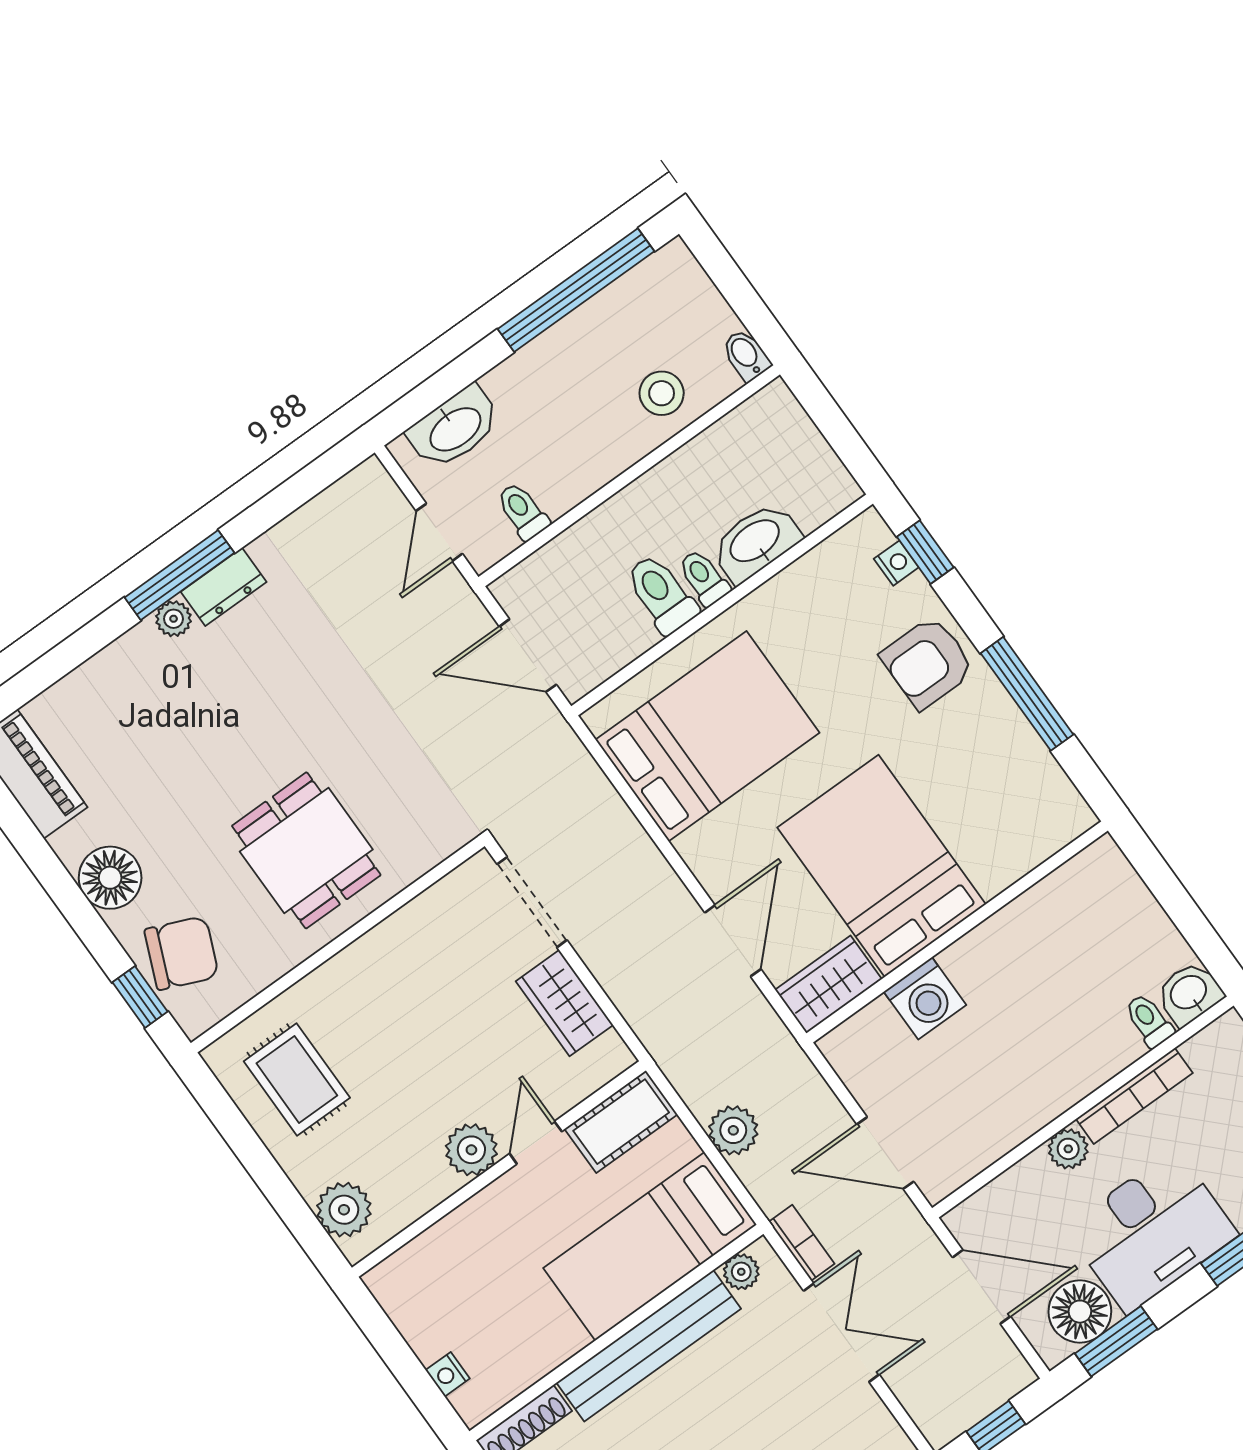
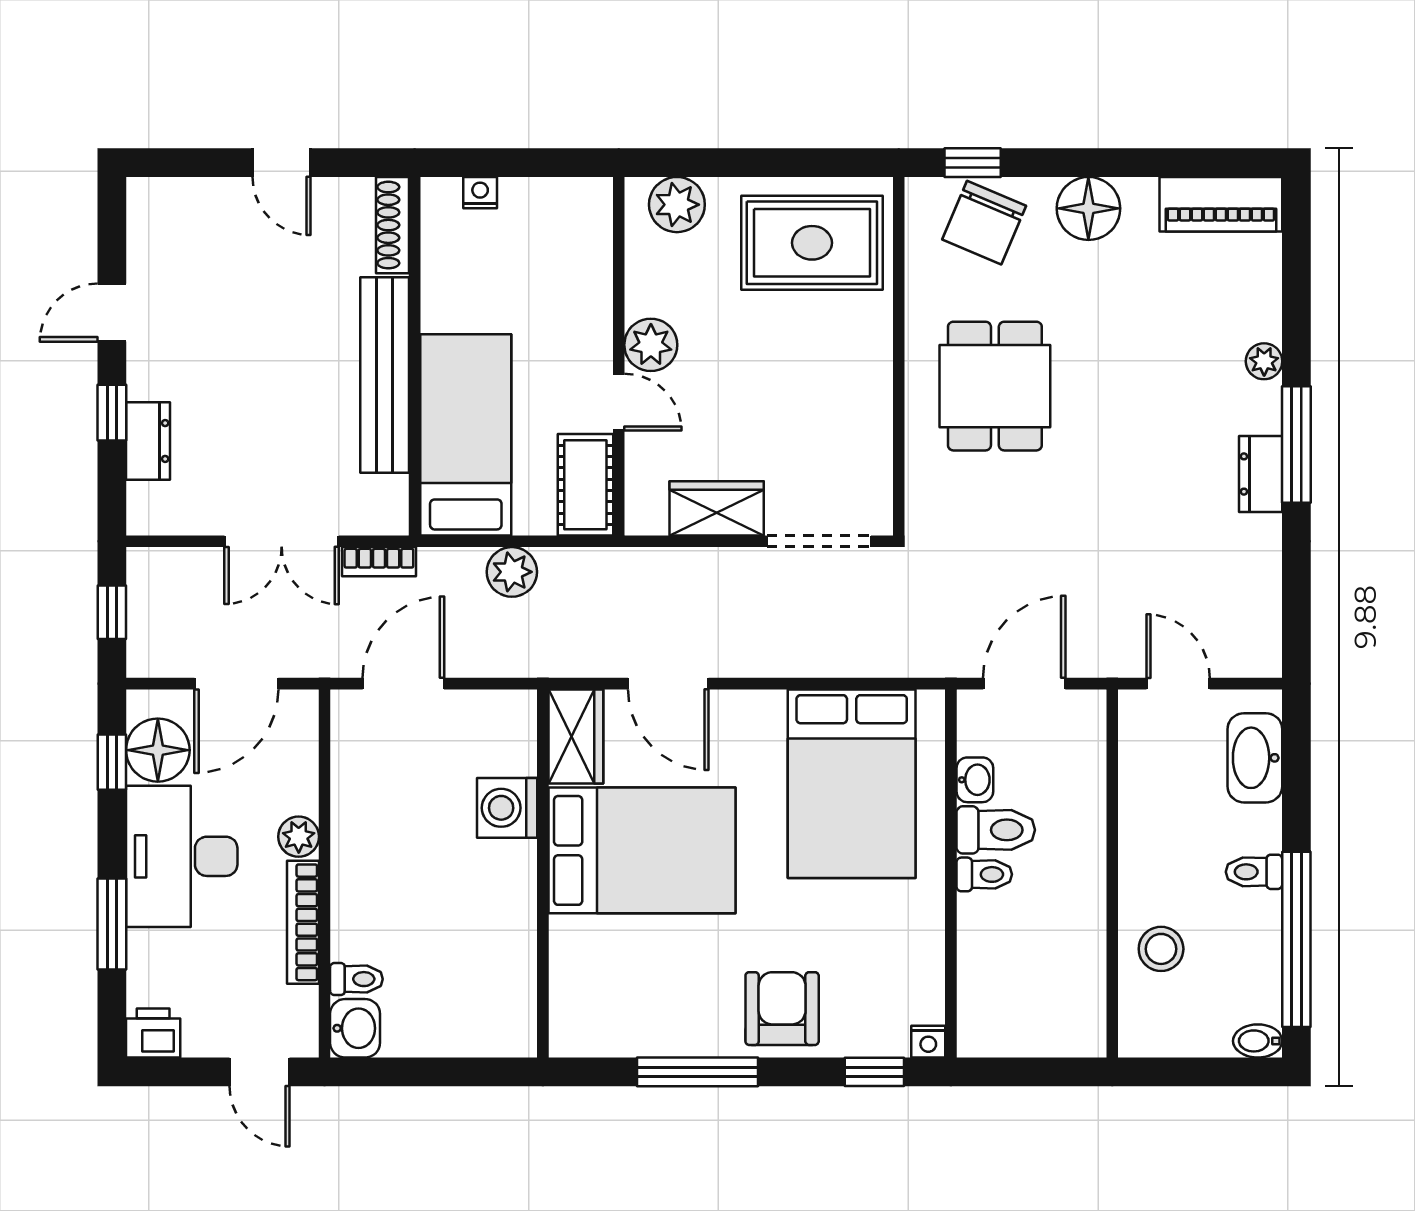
bidet: (746, 355) -> (1258, 1041), moved, turned 180
toilet: (523, 511) -> (1254, 872), moved, turned 180
washbasin: (756, 542) -> (975, 780), moved, width x0.52, depth x0.69
nightstand: (896, 563) -> (928, 1042), moved
plant: (174, 619) -> (1264, 361), moved
dining table: (306, 850) -> (995, 386), turned 90
rug: (297, 1079) -> (812, 243), width x1.36, depth x1.43
plant: (741, 1272) -> (391, 495), removed
window: (1116, 1341) -> (112, 762), width x0.67

